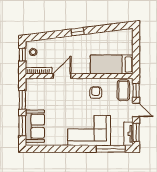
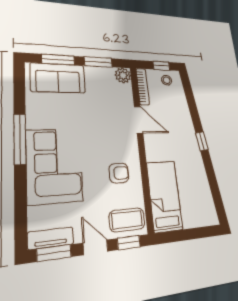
plant: (31, 84) -> (123, 75), added
door: (136, 110) -> (95, 247), swing flipped
window: (111, 149) -> (20, 139), moved

